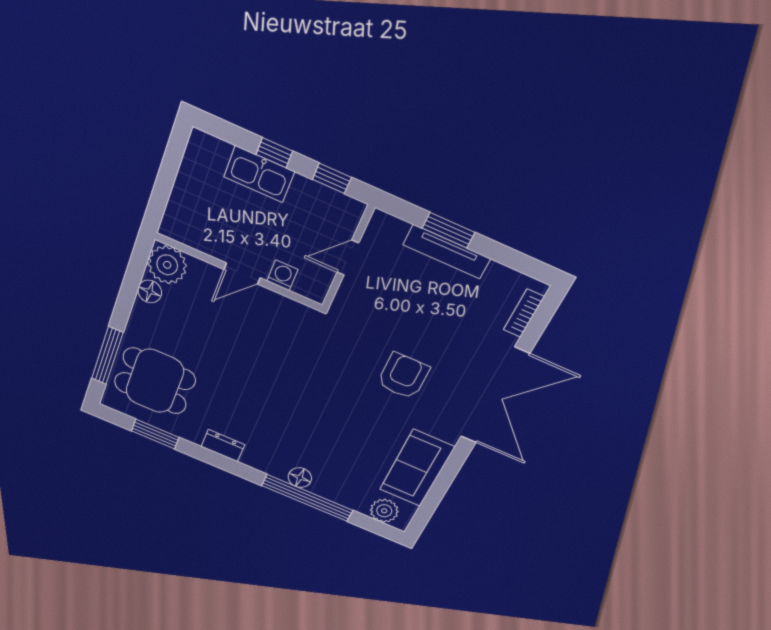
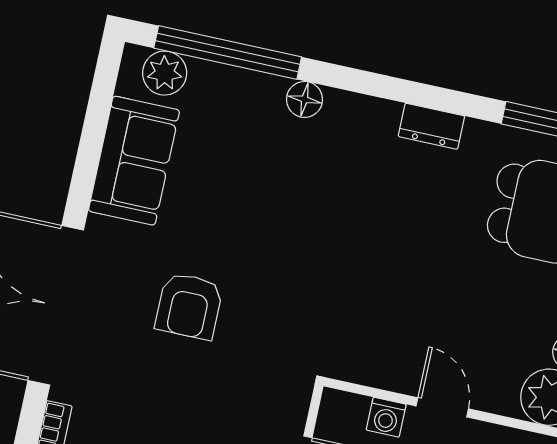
door: (242, 274) -> (442, 407), hinge flipped
window: (307, 498) -> (228, 53), moved

